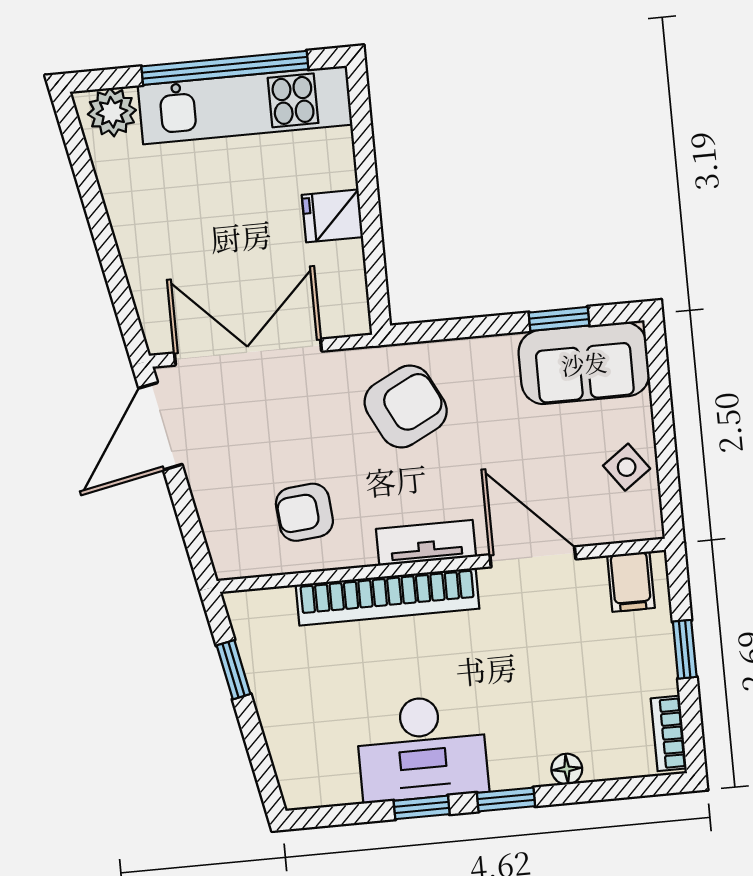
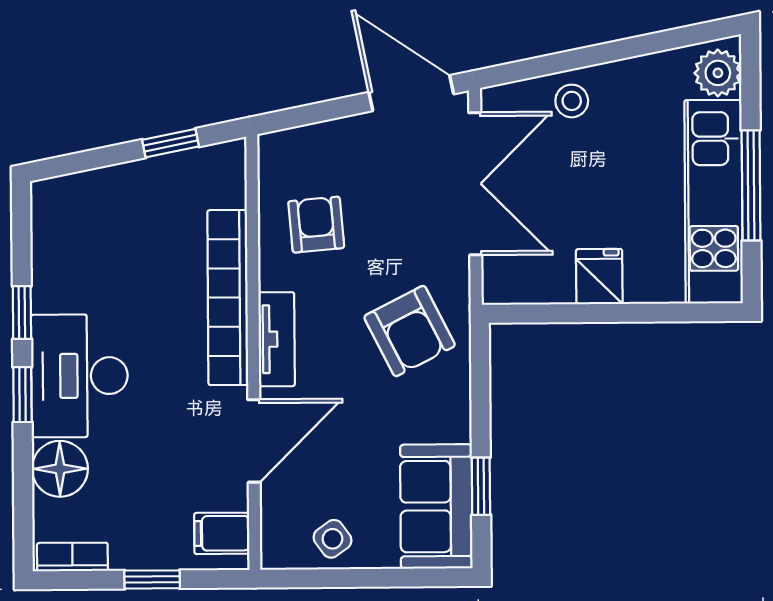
window: (225, 68) -> (751, 185), width x0.68
stool: (154, 260) -> (572, 101), added
desk: (422, 748) -> (79, 376), moved
floor lamp: (567, 769) -> (60, 469), width x1.89, depth x1.89

